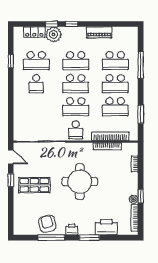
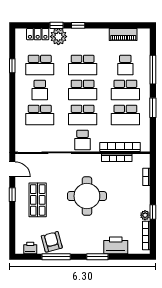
piano: (99, 32) -> (123, 34), moved
school desk: (115, 61) -> (125, 65), width x0.54
school desk: (36, 107) -> (40, 115), added
window: (141, 114) -> (153, 108), moved
shop shelf: (34, 185) -> (38, 200), turned 90
printer: (72, 230) -> (30, 248), moved

